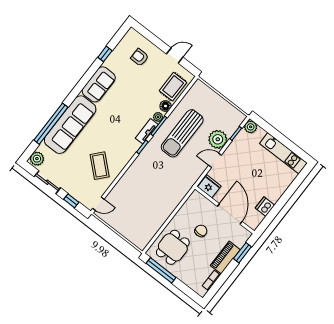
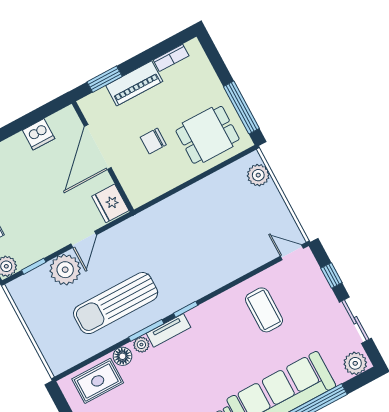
sun lounger: (182, 133) -> (116, 303), turned 180
door: (215, 160) -> (84, 239), hinge flipped
coffee table: (100, 166) -> (264, 310), turned -42
plant: (135, 238) -> (258, 175), added

